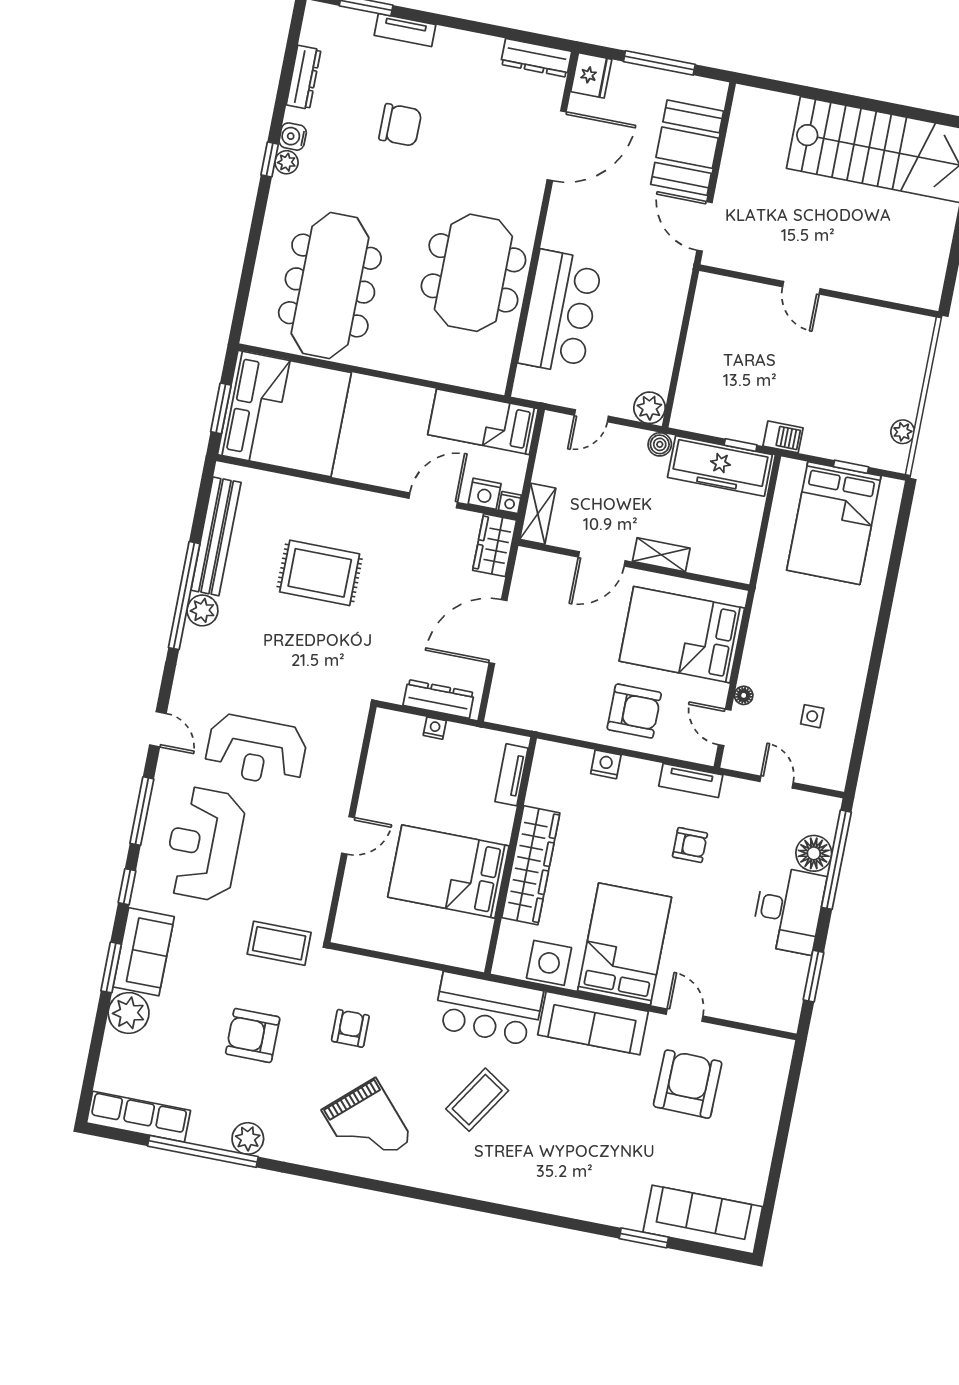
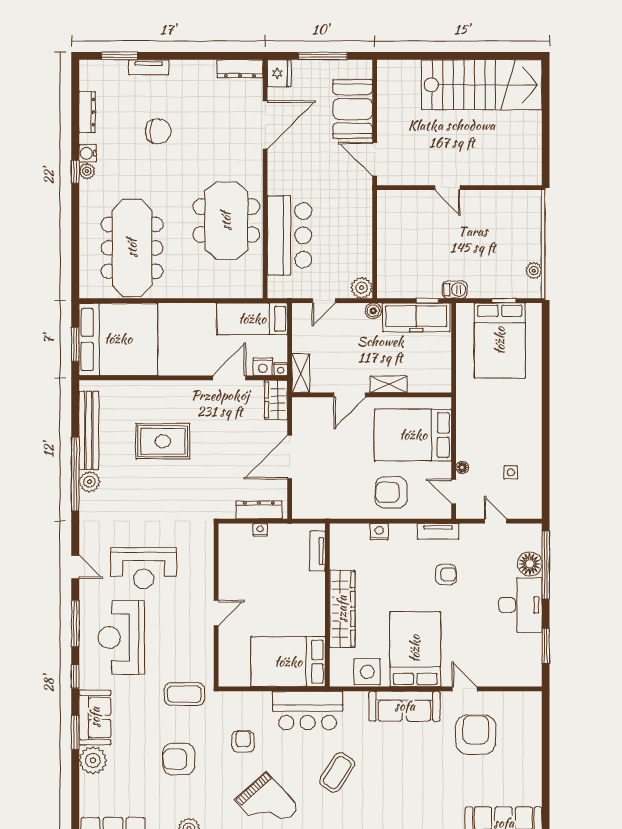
armchair: (634, 711) -> (391, 492), turned 180
bed: (448, 871) -> (288, 662), moved
bar counter: (488, 1009) -> (308, 711), moved

